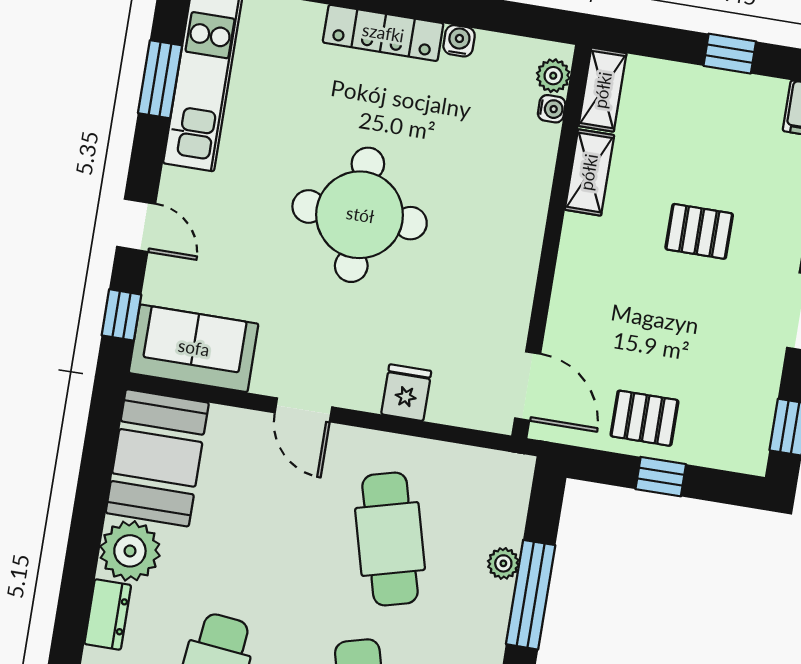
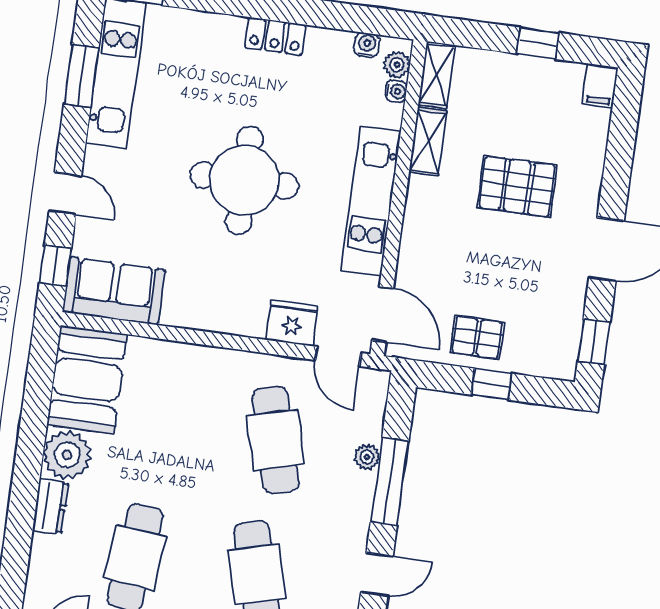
locker: (383, 33) -> (275, 36), width x0.66
water cooler: (459, 41) -> (367, 45), moved
pallet: (699, 231) -> (517, 186), width x1.50, depth x1.42
kitchen unit: (517, 245) -> (371, 201), added
fridge: (406, 393) -> (292, 323), width x1.38
door: (303, 410) -> (338, 356), moved

